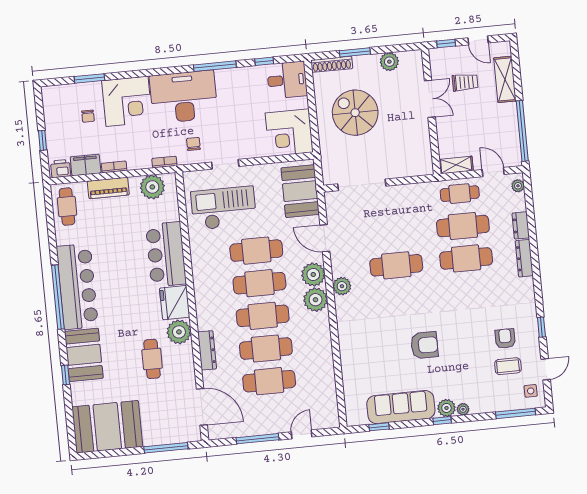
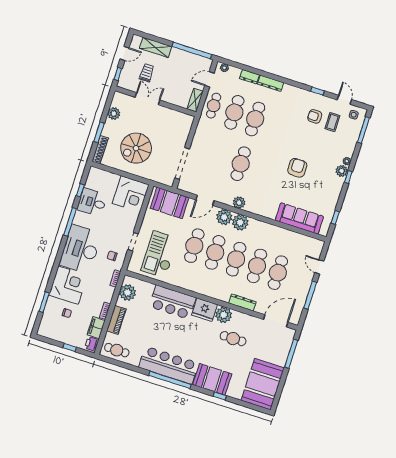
desk: (287, 80) -> (92, 202), moved, turned -90
sofa: (401, 407) -> (299, 218), moved, turned 90

